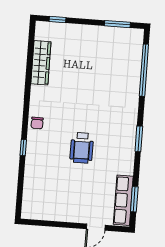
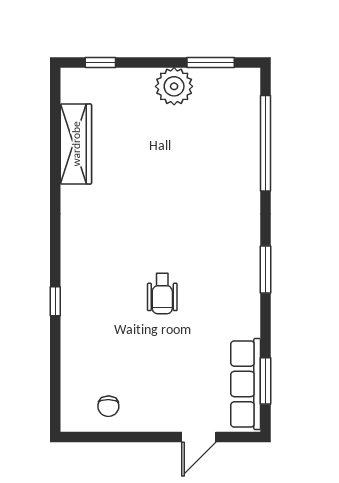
plant: (97, 35) -> (174, 86), added
chair: (37, 123) -> (108, 406), moved
wheelchair: (82, 148) -> (162, 294), width x0.73, depth x0.73

